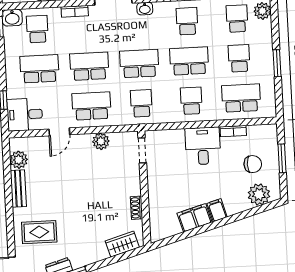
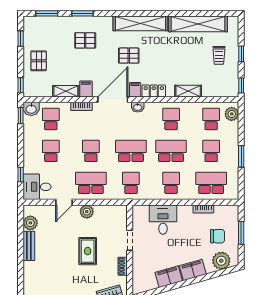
school desk: (89, 66) -> (91, 151), width x0.54
school desk: (39, 69) -> (51, 151), width x0.54
plant: (101, 141) -> (87, 212), moved
desk: (203, 146) -> (163, 220), moved
doorway: (142, 150) -> (130, 240), moved
filing cabinet: (217, 210) -> (193, 270), width x2.00
rug: (39, 232) -> (88, 251), moved, turned 90

